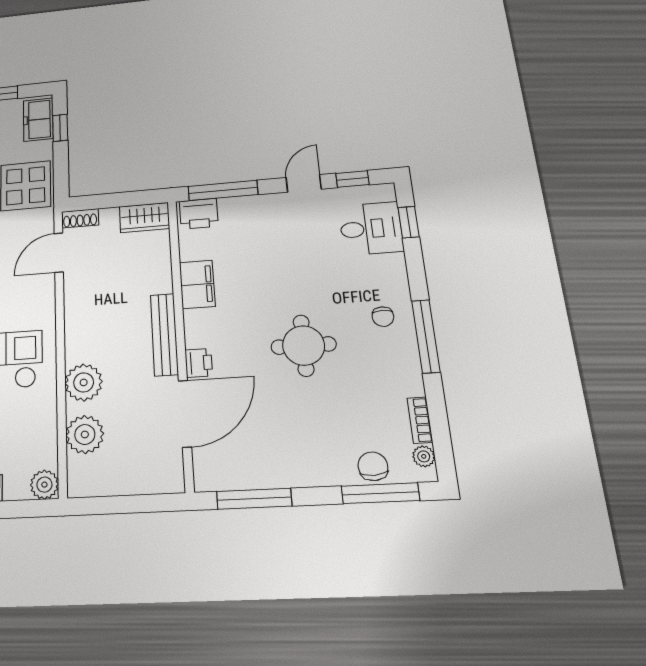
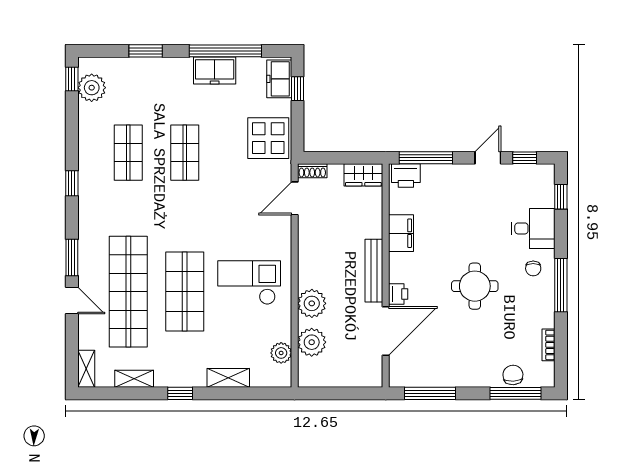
desk: (371, 229) -> (533, 228), moved
plant: (424, 456) -> (548, 370), removed
plant: (44, 485) -> (281, 353), moved

